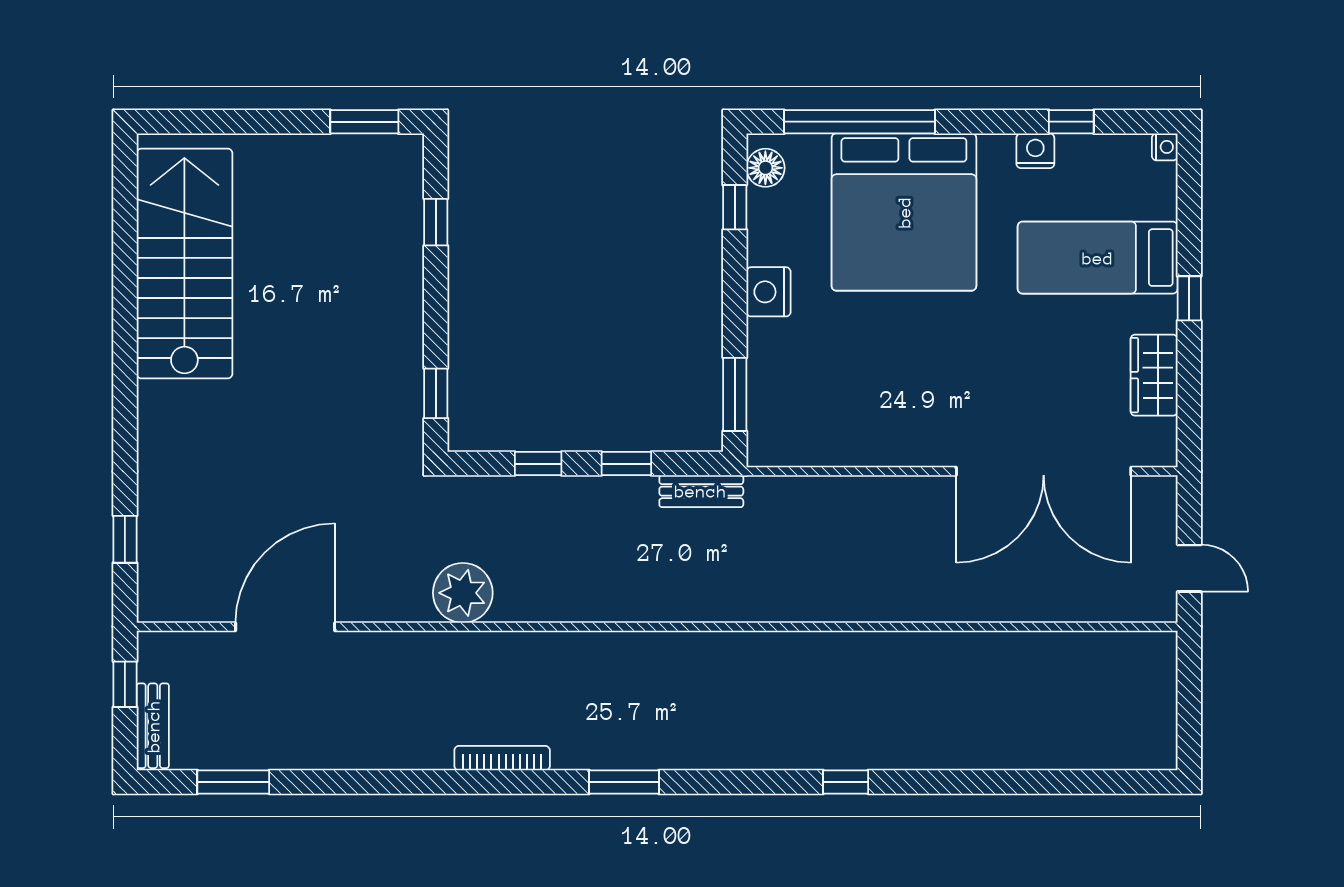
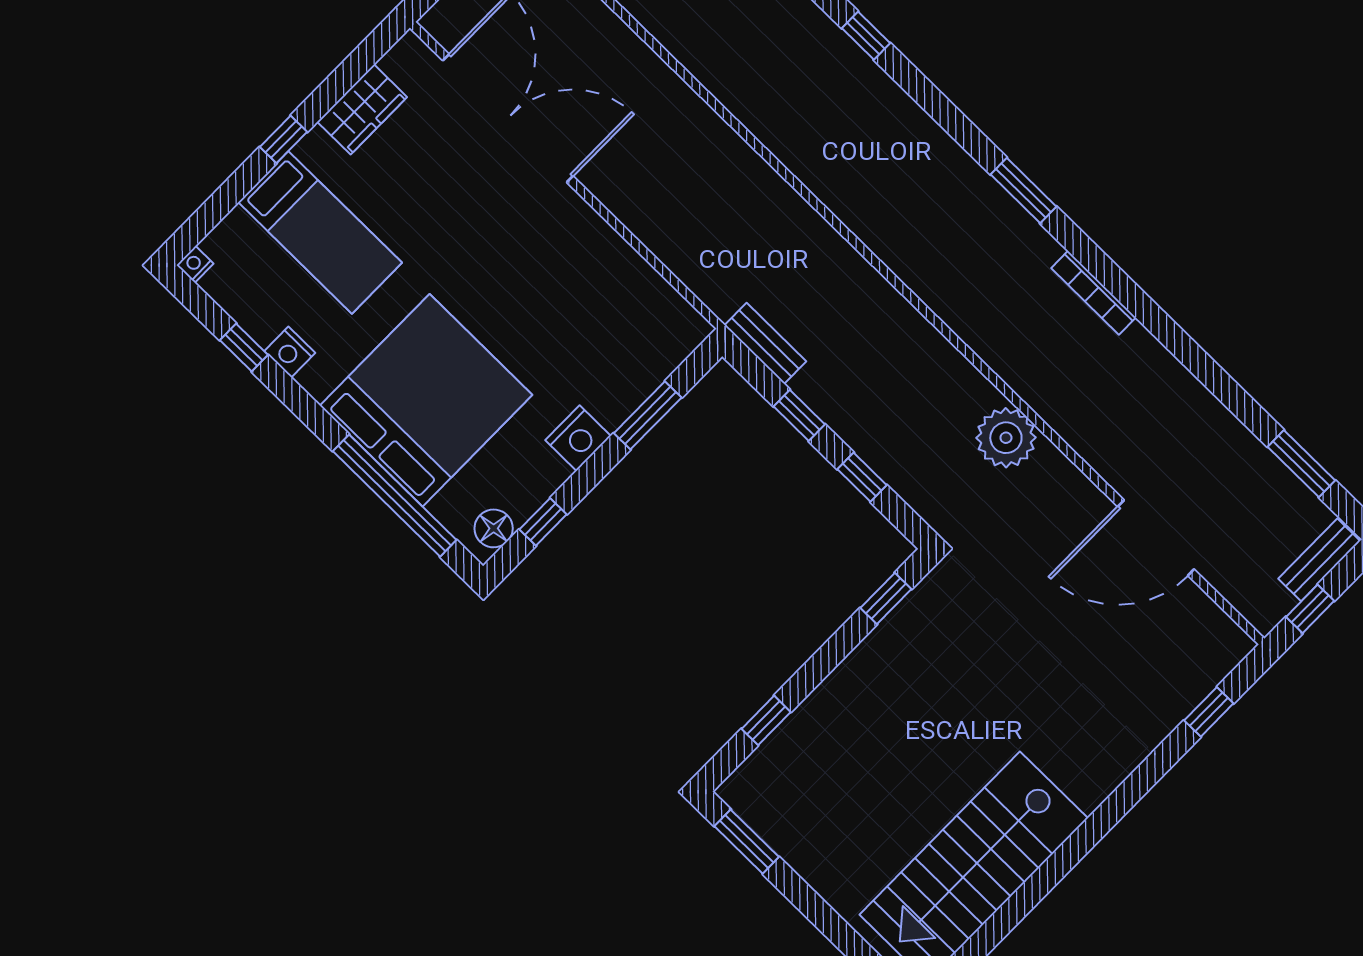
window: (735, 394) -> (648, 415), moved

